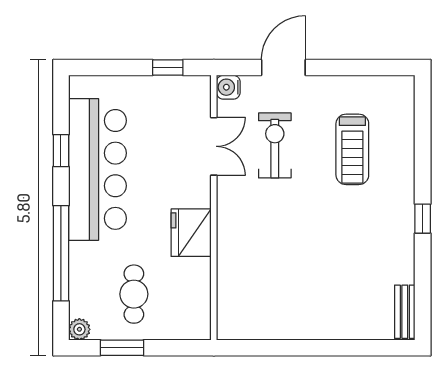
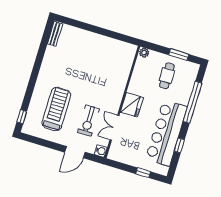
window: (168, 68) -> (143, 173), moved
treadmill: (352, 149) -> (56, 109), width x1.37, depth x1.38
window: (423, 219) -> (22, 117), moved
fridge: (191, 233) -> (132, 105), moved
plant: (79, 329) -> (144, 53), moved

